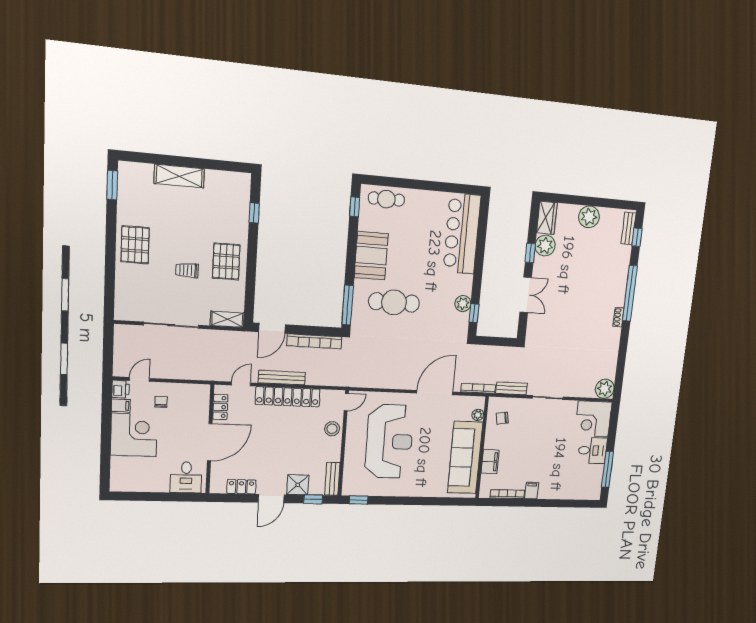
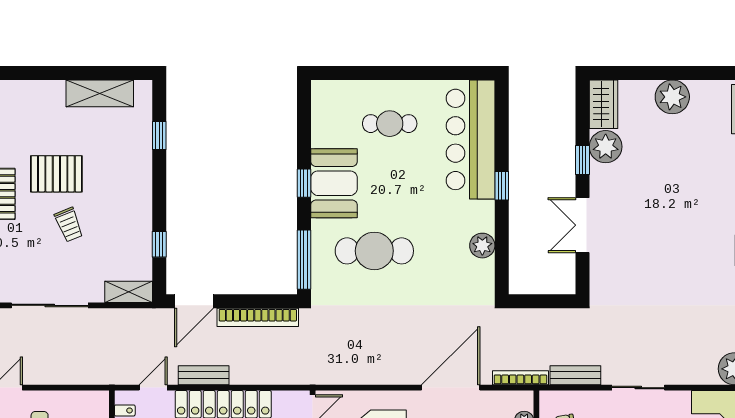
shelving: (179, 176) -> (100, 93), moved
cafe table: (386, 199) -> (390, 124), moved
window: (355, 207) -> (304, 183), moved
pallet: (226, 261) -> (56, 174), moved, turned 90
trolley: (187, 270) -> (69, 225), turned -112
window: (250, 288) -> (159, 244), added
double door: (526, 295) -> (582, 225), swing flipped
window: (474, 313) -> (502, 186), moved
bench: (282, 378) -> (204, 375), width x0.73

